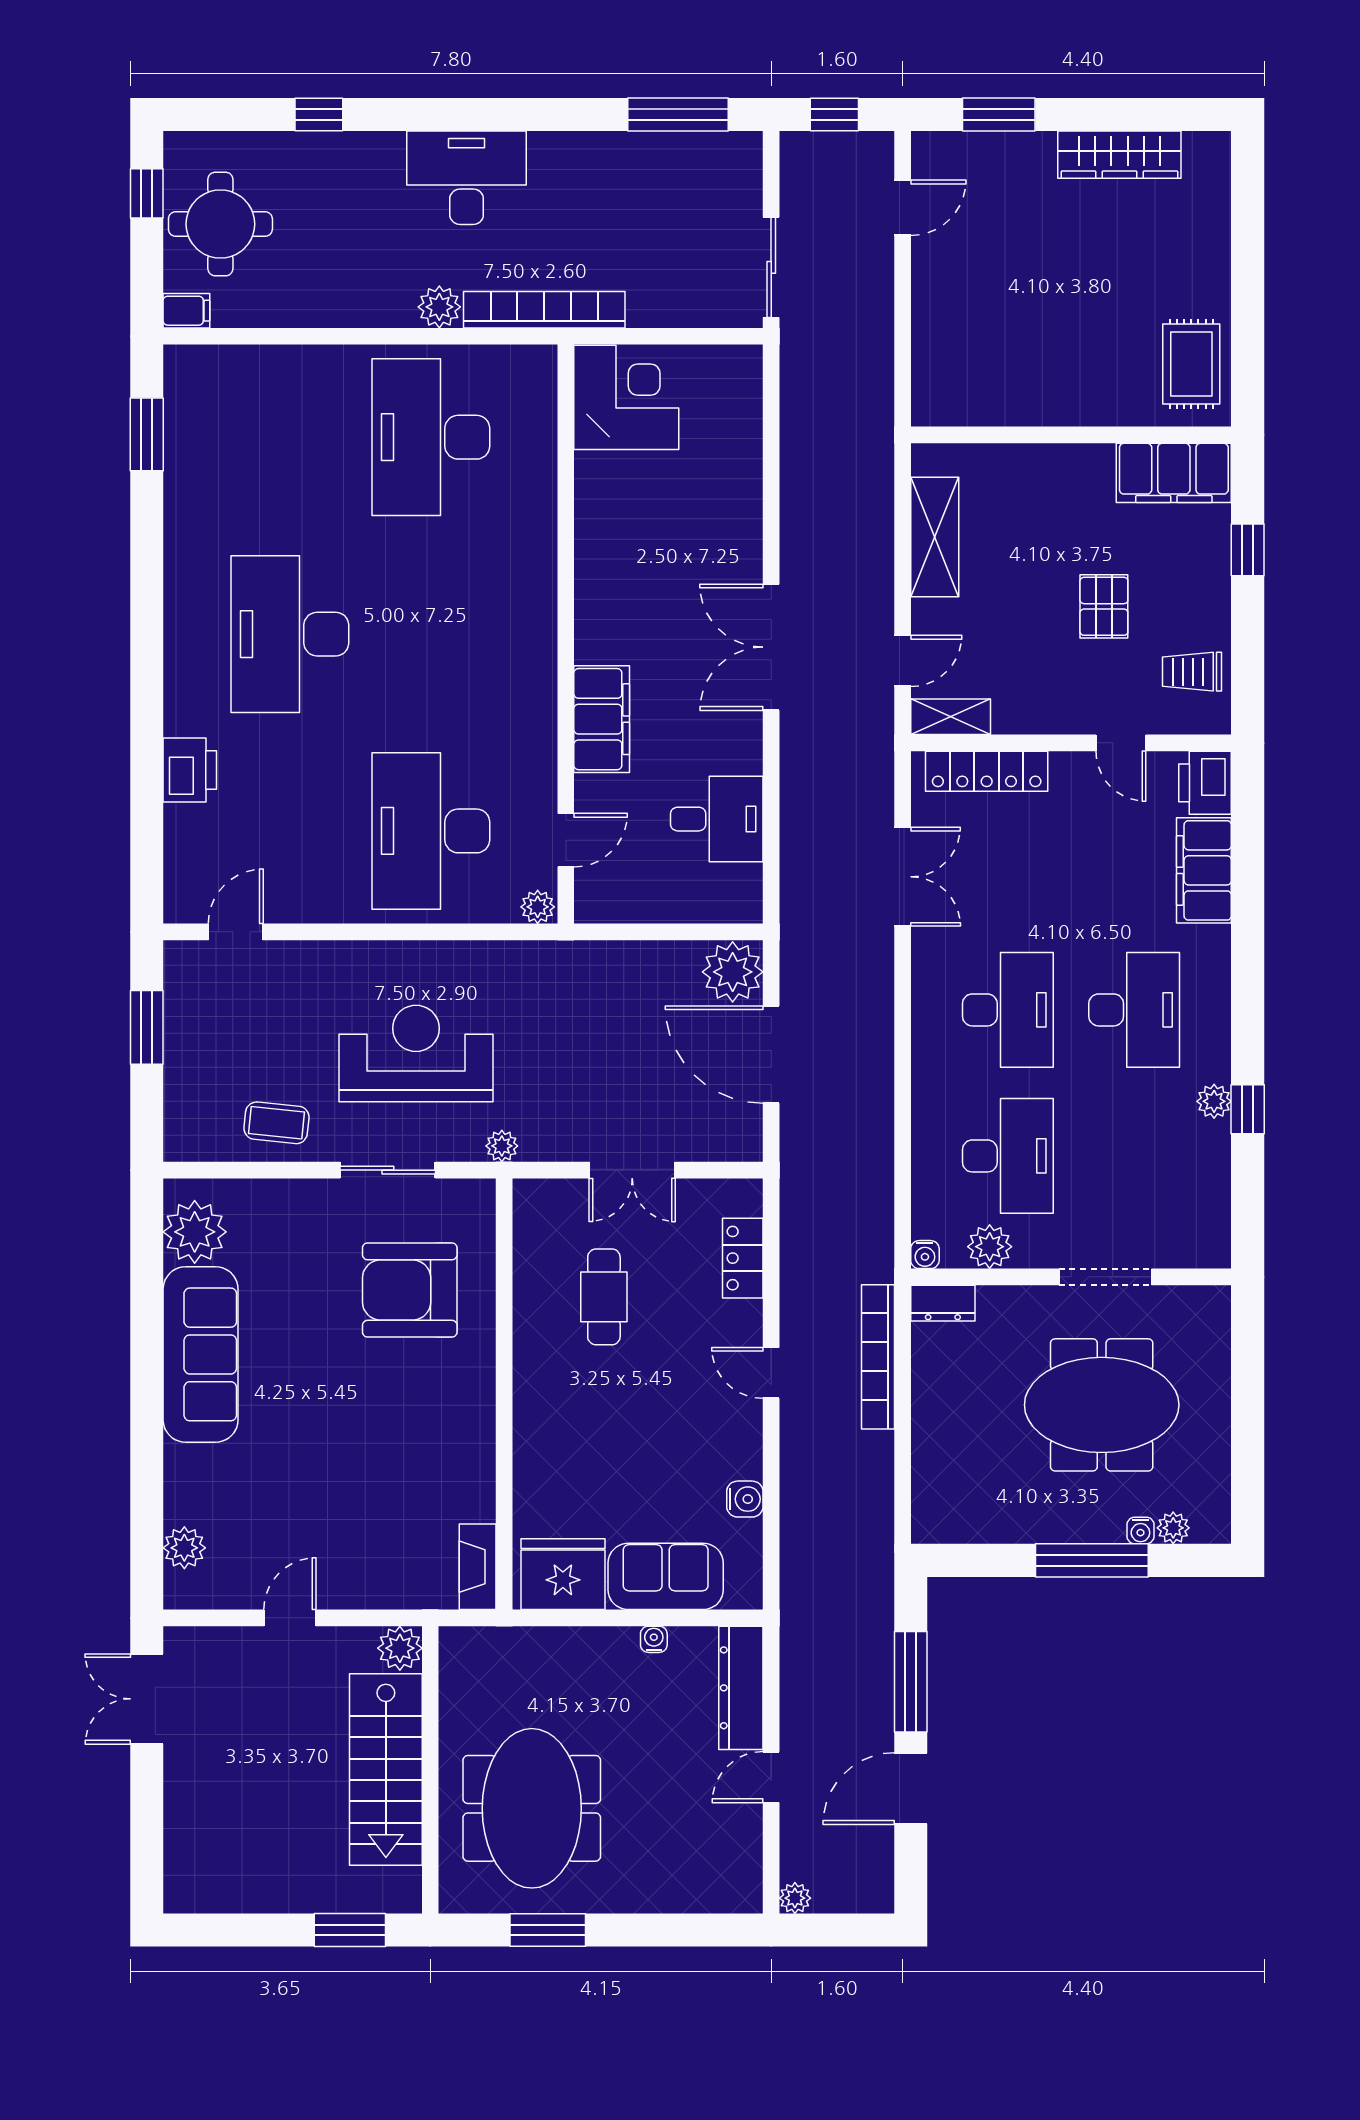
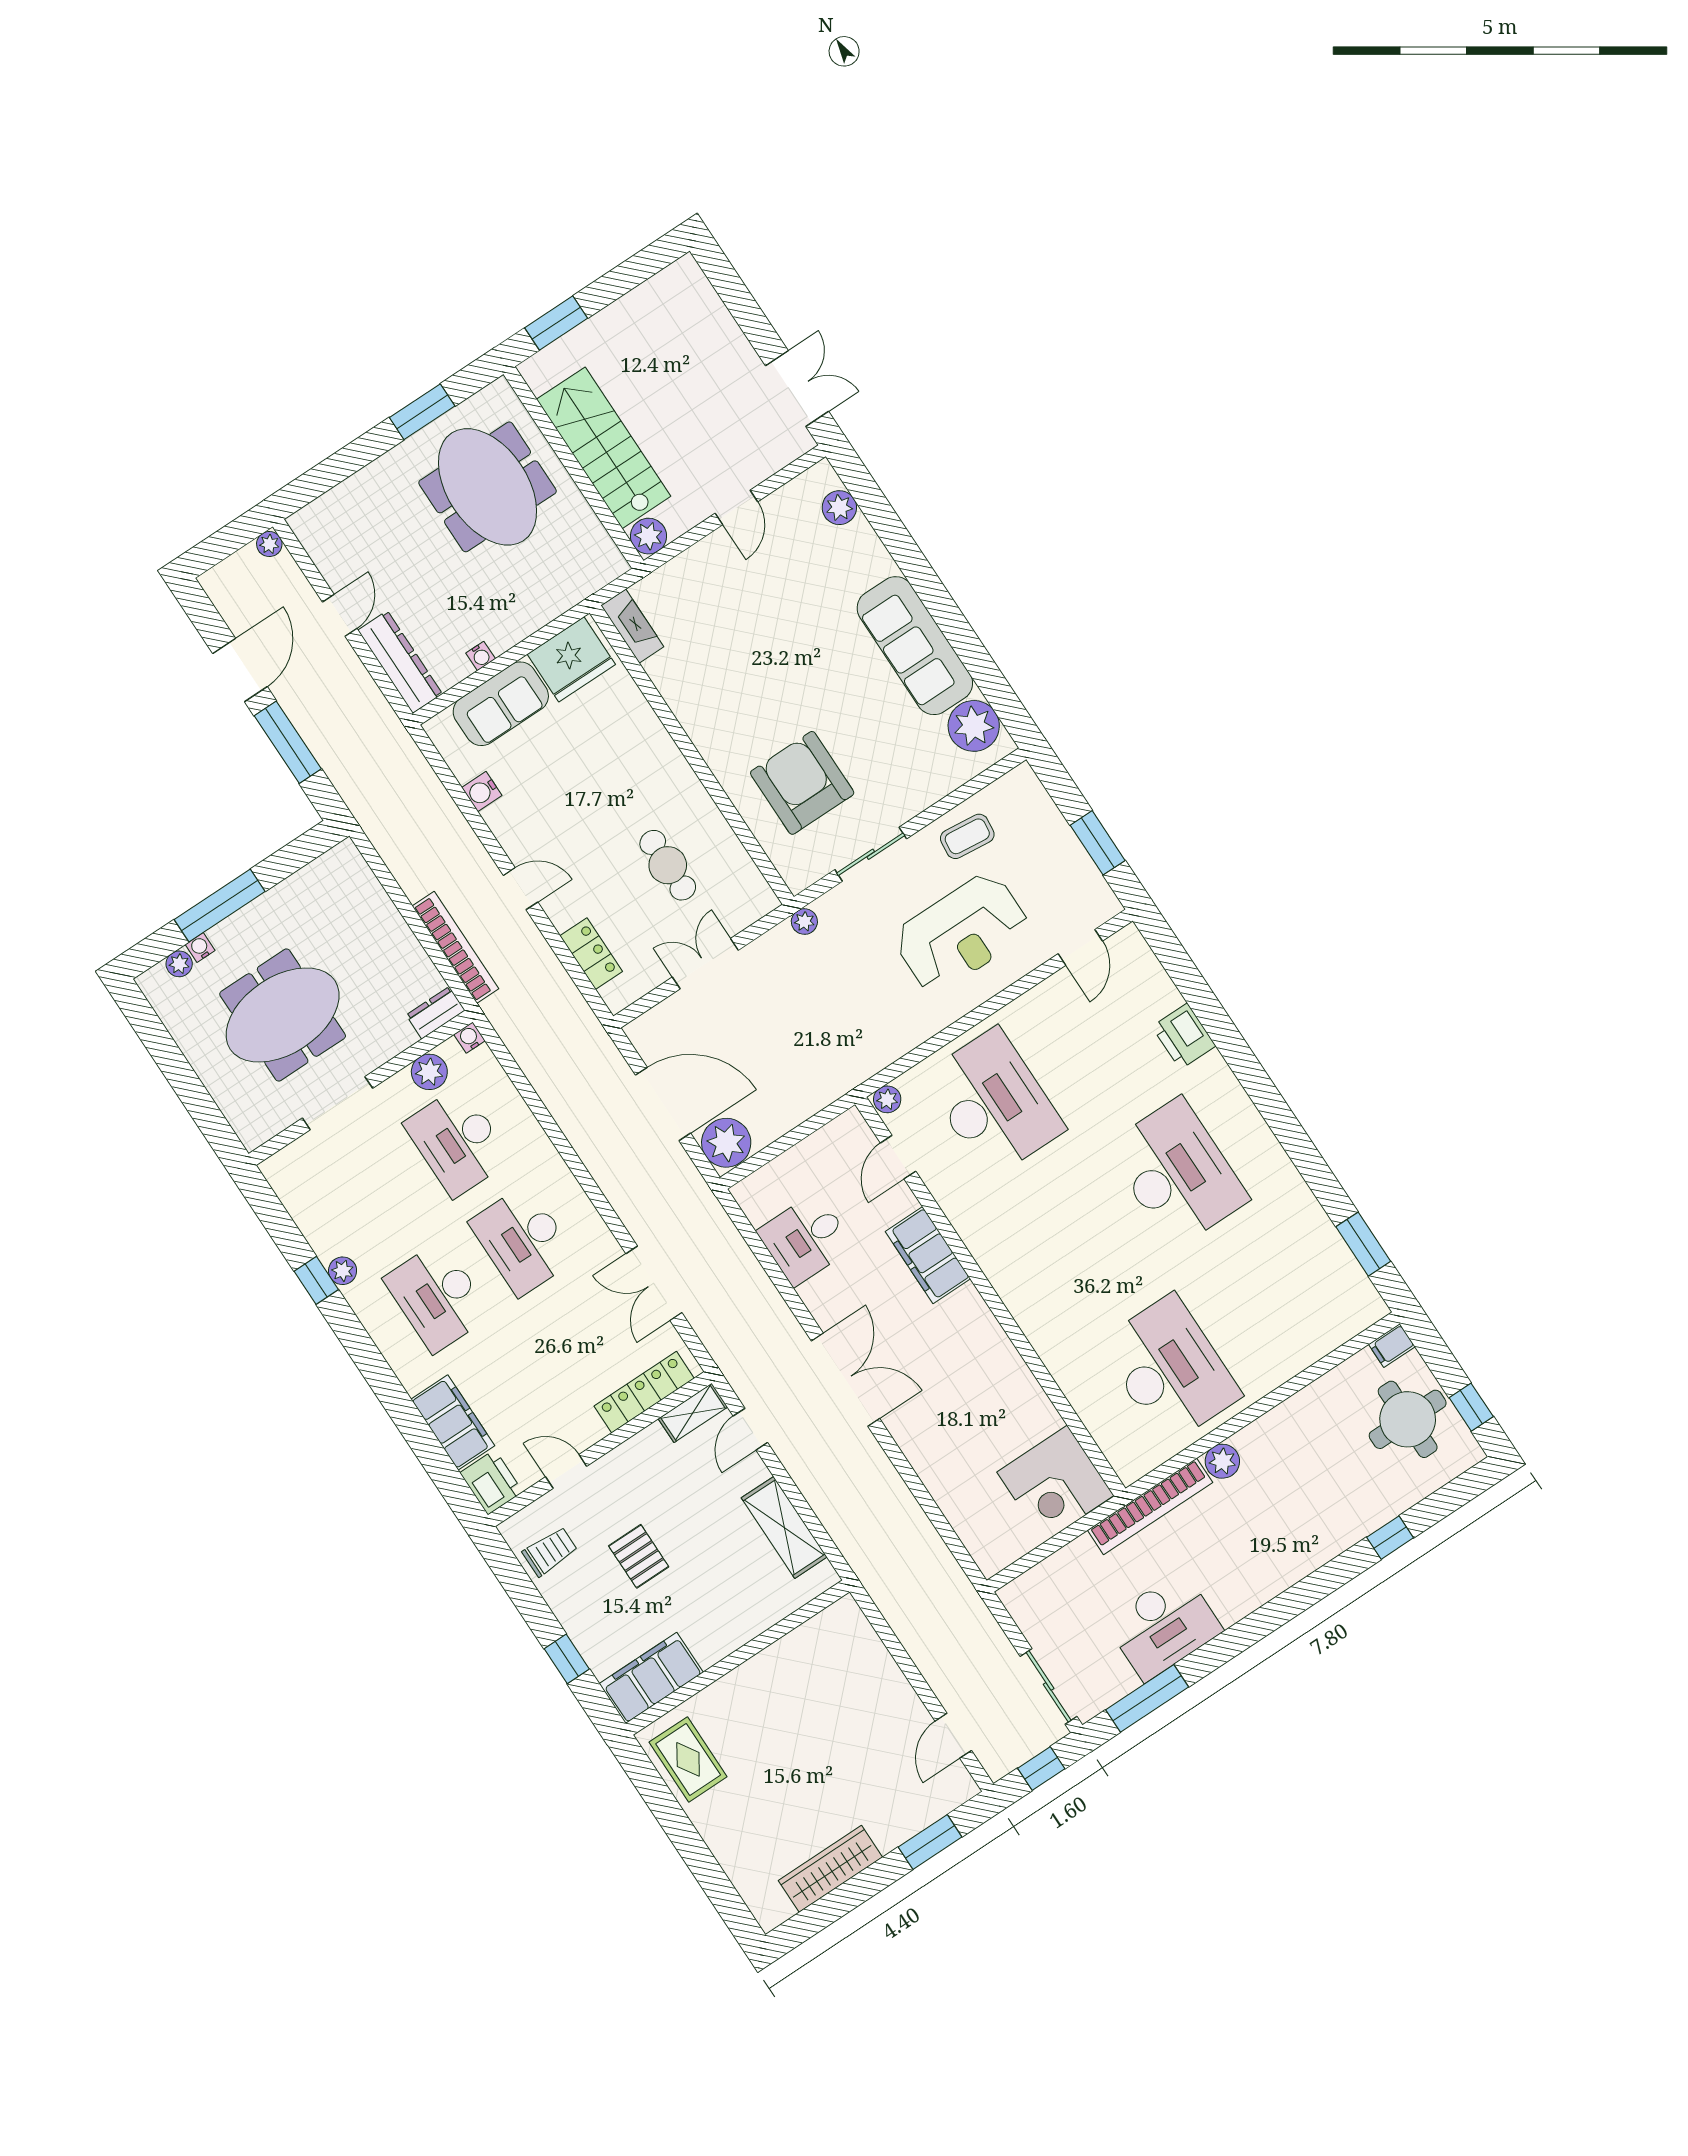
desk: (467, 178) -> (1164, 1626), moved
sliding door: (771, 267) -> (1049, 1686), moved
reception desk: (416, 1054) -> (962, 933), moved
armchair: (410, 1290) -> (802, 783), turned -90

